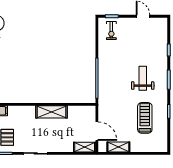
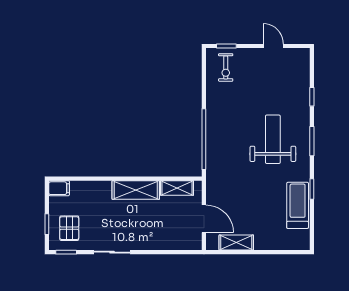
weight bench: (143, 78) -> (273, 139), width x1.36, depth x1.33
treadmill: (145, 118) -> (298, 205), moved
shelving: (85, 147) -> (177, 188), moved

